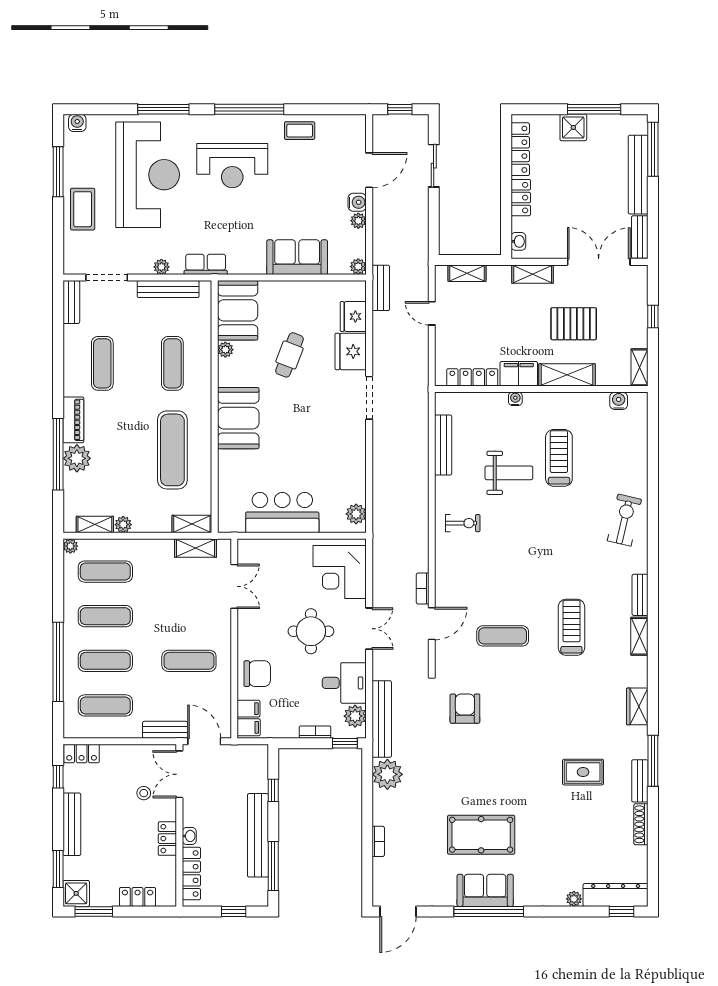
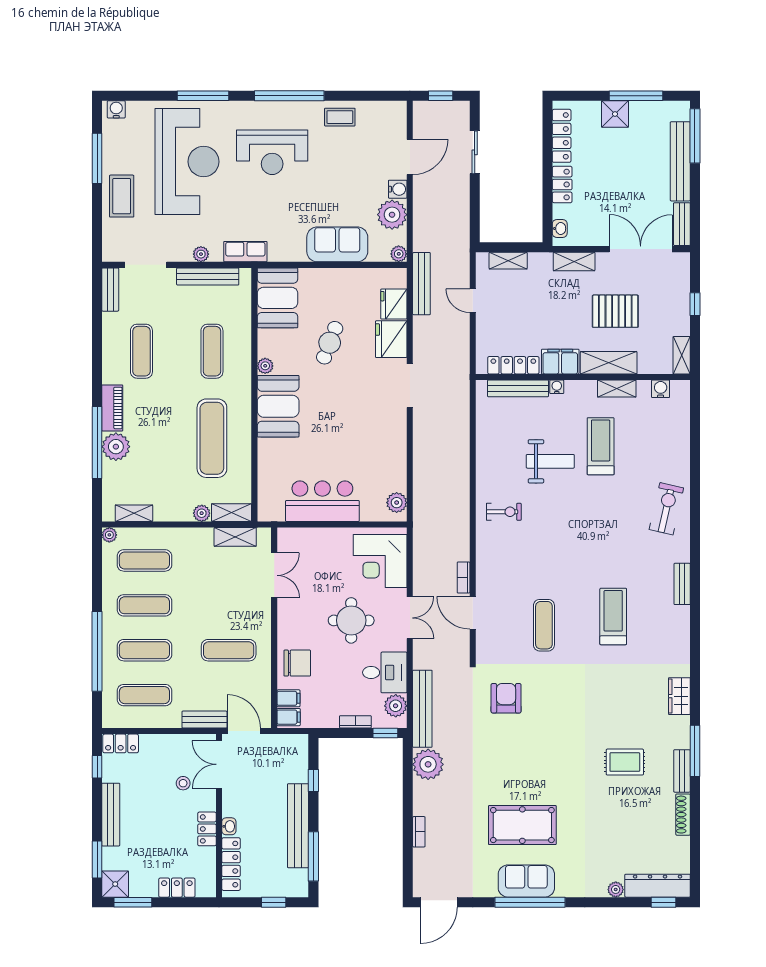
plant: (358, 221) -> (392, 215), width x1.87, depth x1.87
bench: (381, 288) -> (421, 284), width x1.36
plant: (225, 350) -> (265, 366), moved
bench: (443, 445) -> (518, 388), moved, turned 90
plant: (123, 525) -> (202, 513), moved
door: (432, 624) -> (473, 613), swing flipped
exercise mat: (503, 636) -> (544, 625), turned 90
shelving: (639, 636) -> (617, 389), moved, turned 90

